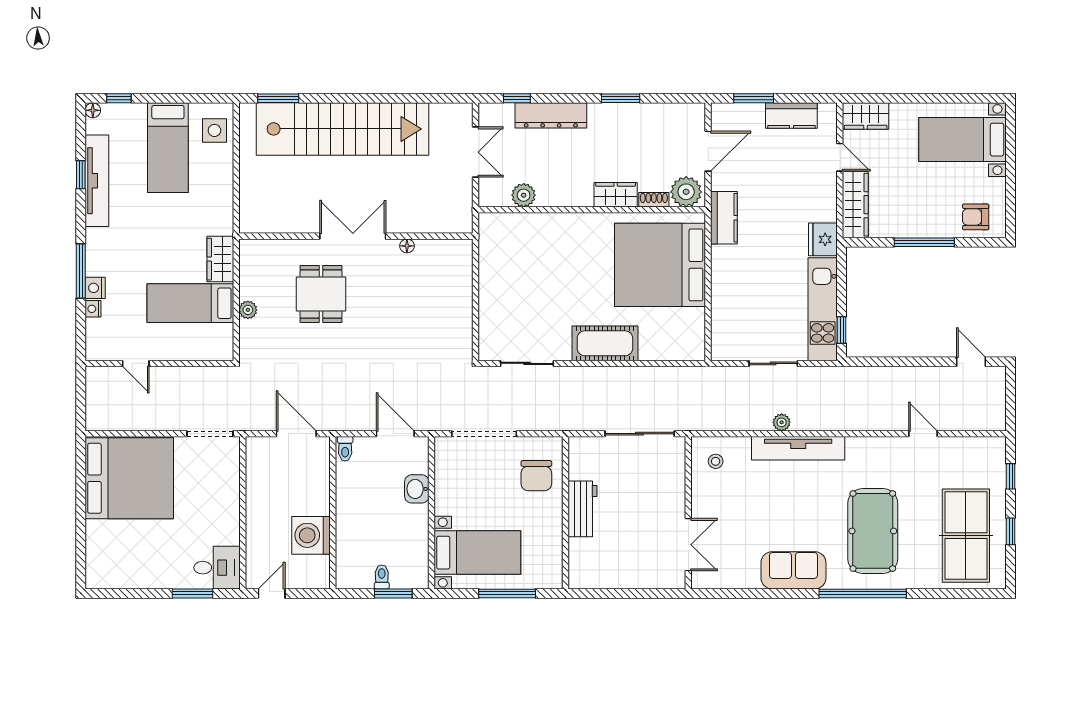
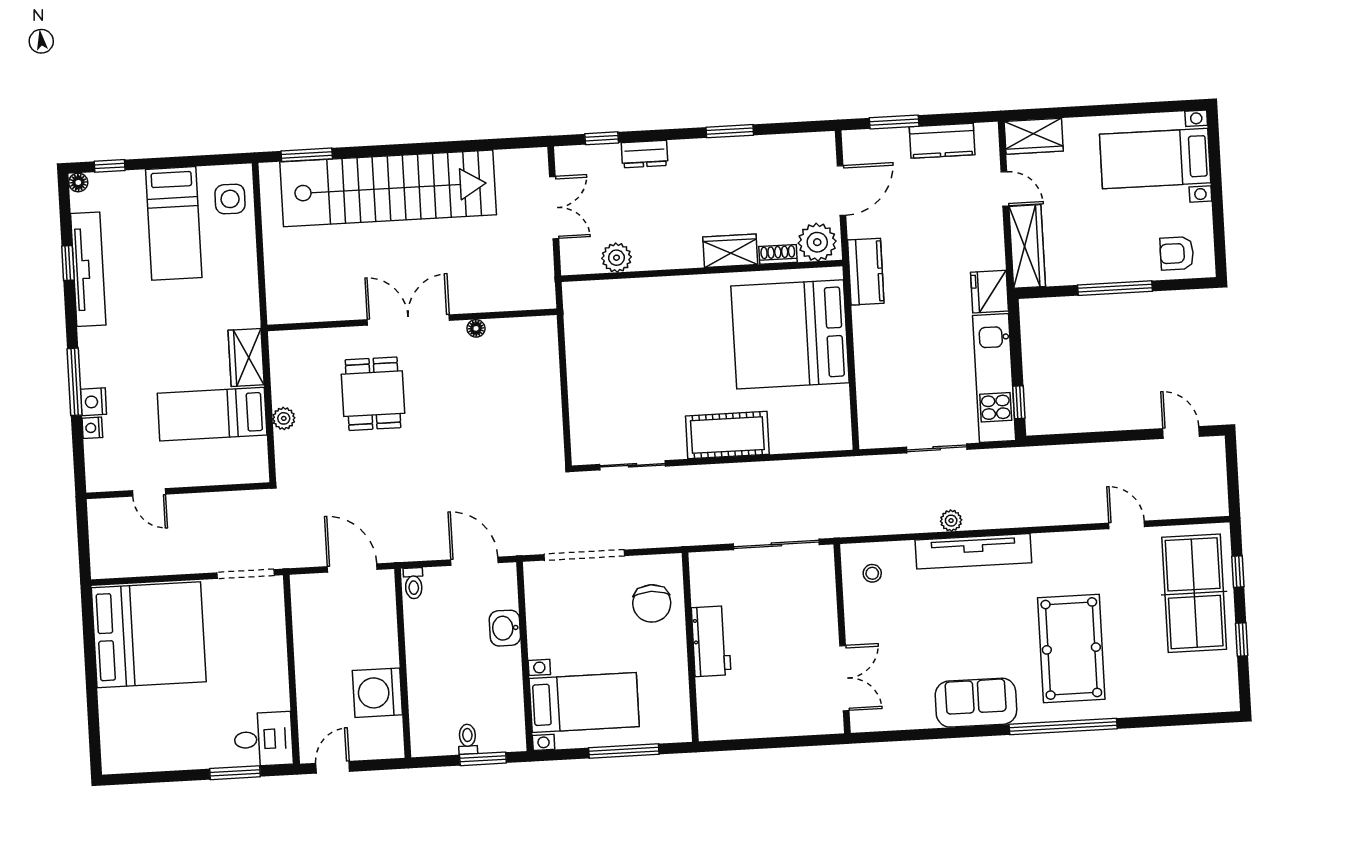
dresser: (551, 115) -> (645, 154), width x0.51, depth x0.80
table tennis table: (966, 536) -> (1194, 593), moved

